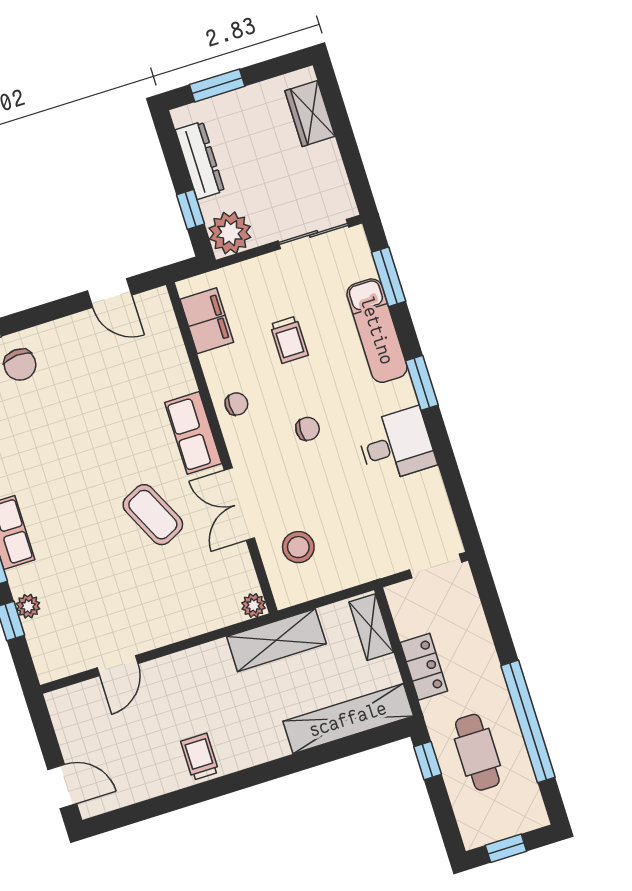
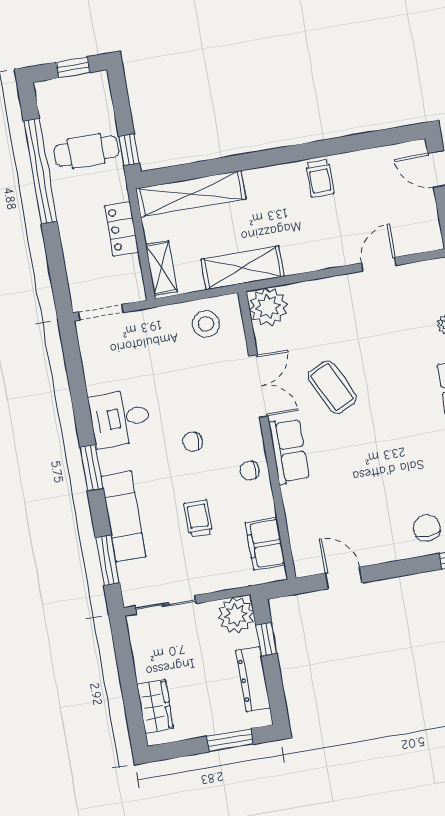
stool: (298, 547) -> (206, 324), moved
plant: (254, 605) -> (268, 307), width x1.87, depth x1.87
cafe table: (477, 752) -> (86, 151), turned 90

